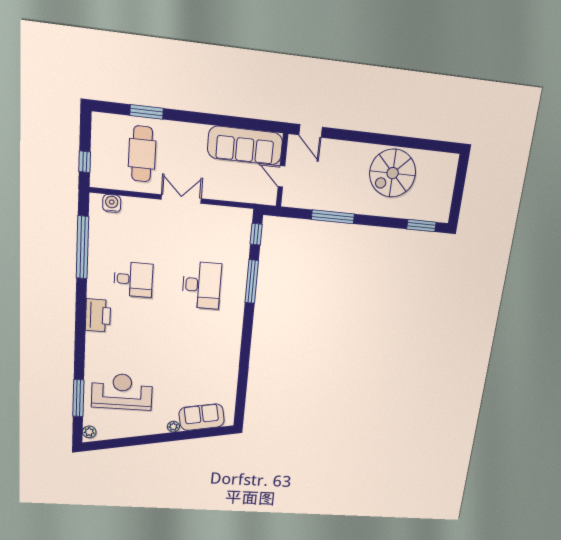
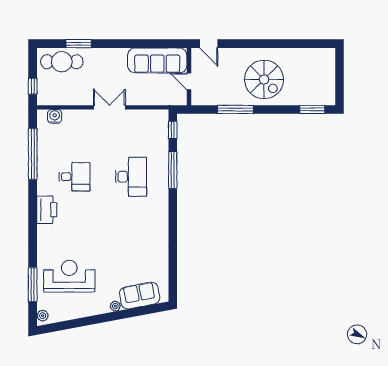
cafe table: (142, 154) -> (62, 62), moved, turned 90
spiral stairs: (393, 173) -> (264, 79), moved, turned -90

